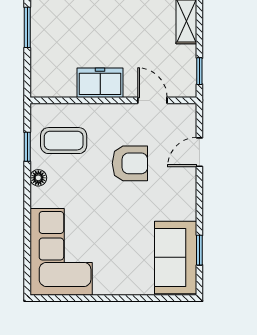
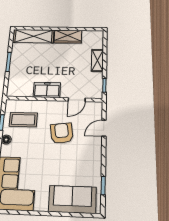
door: (152, 100) -> (77, 100), swing flipped
armchair: (130, 163) -> (62, 133), turned -98
sofa: (176, 257) -> (72, 199), moved, turned 90

